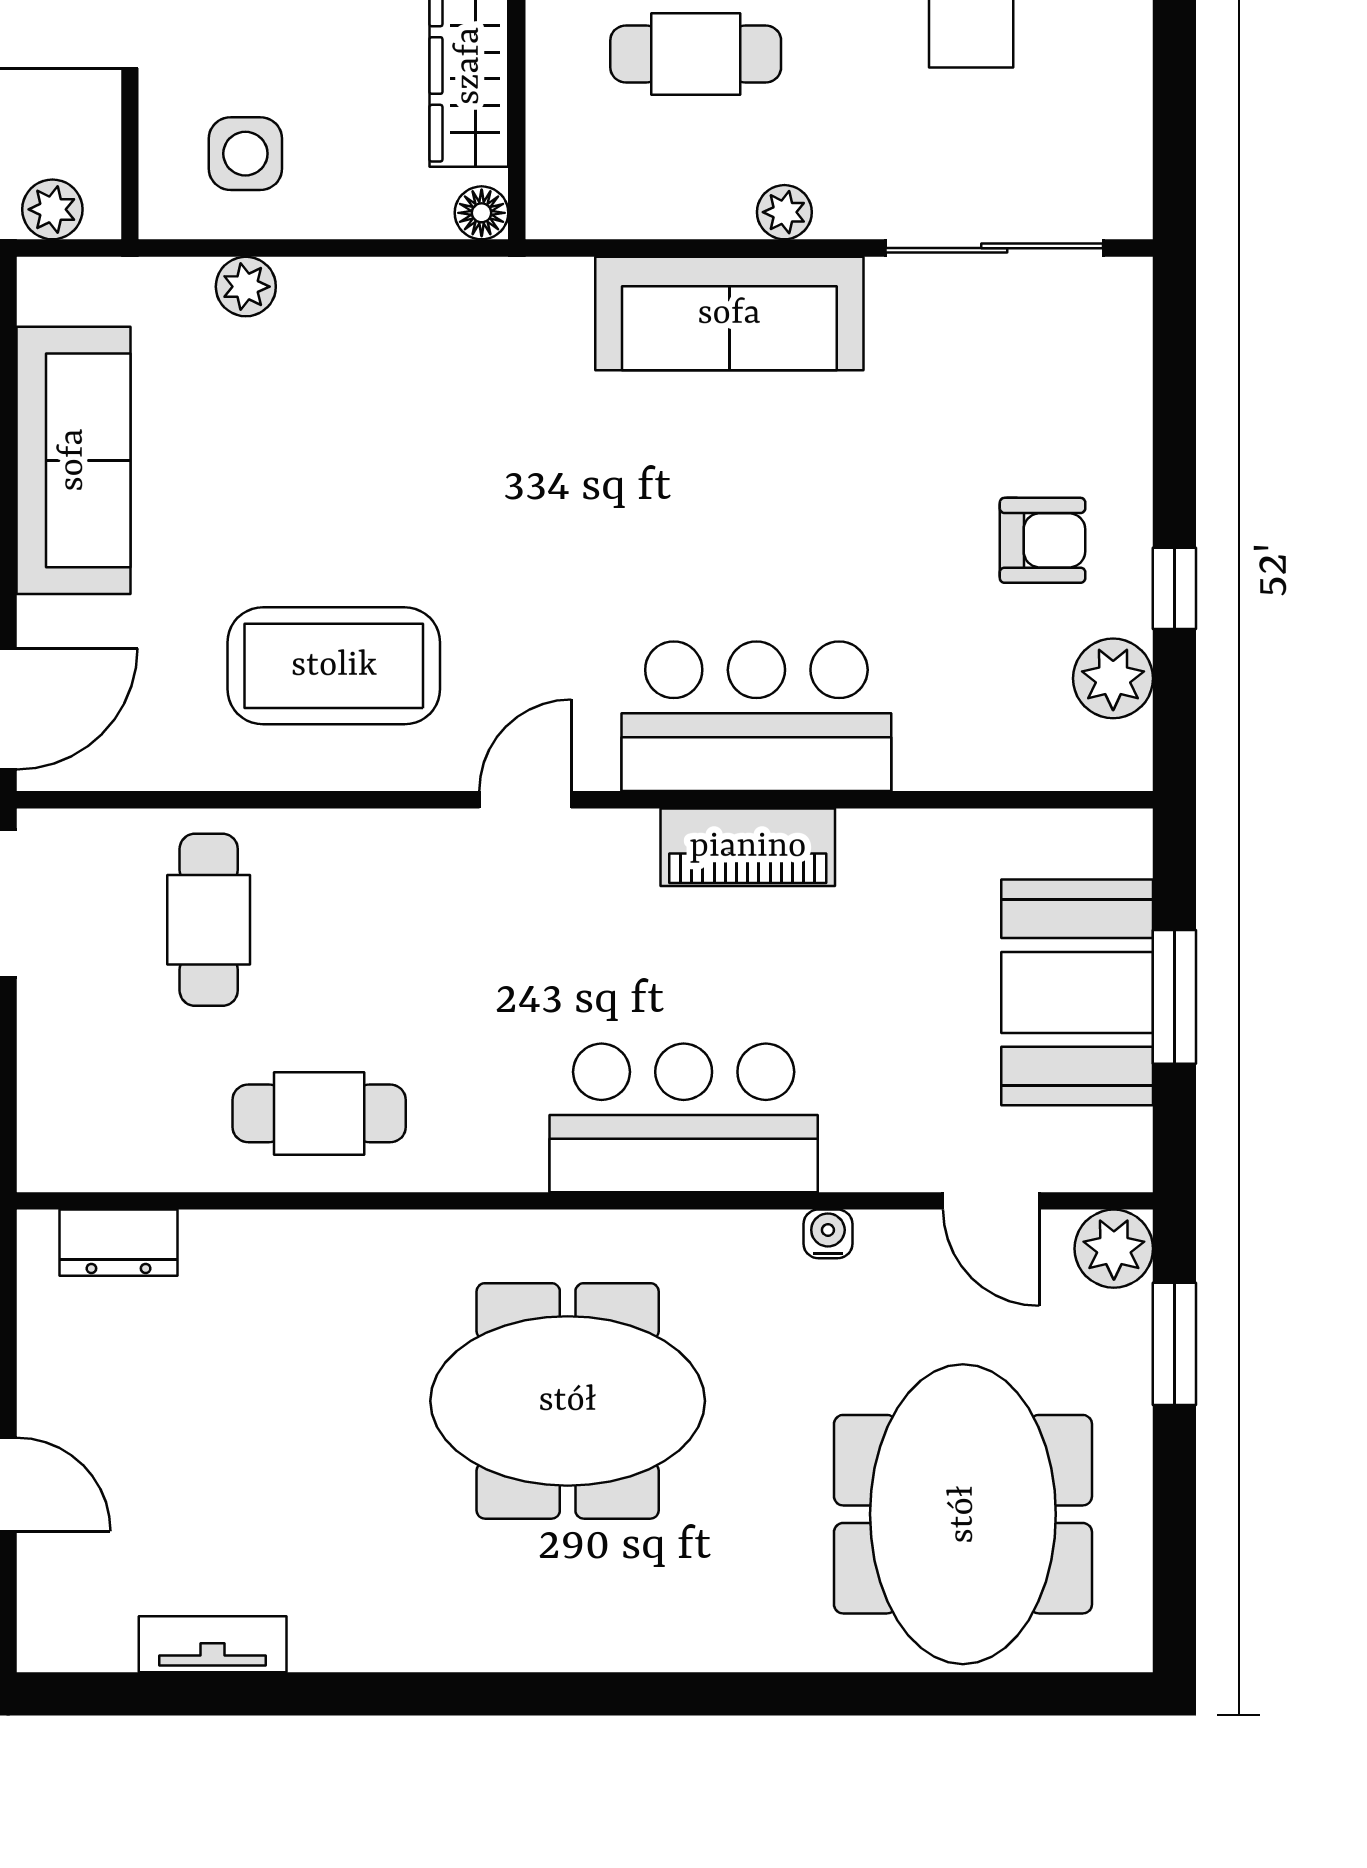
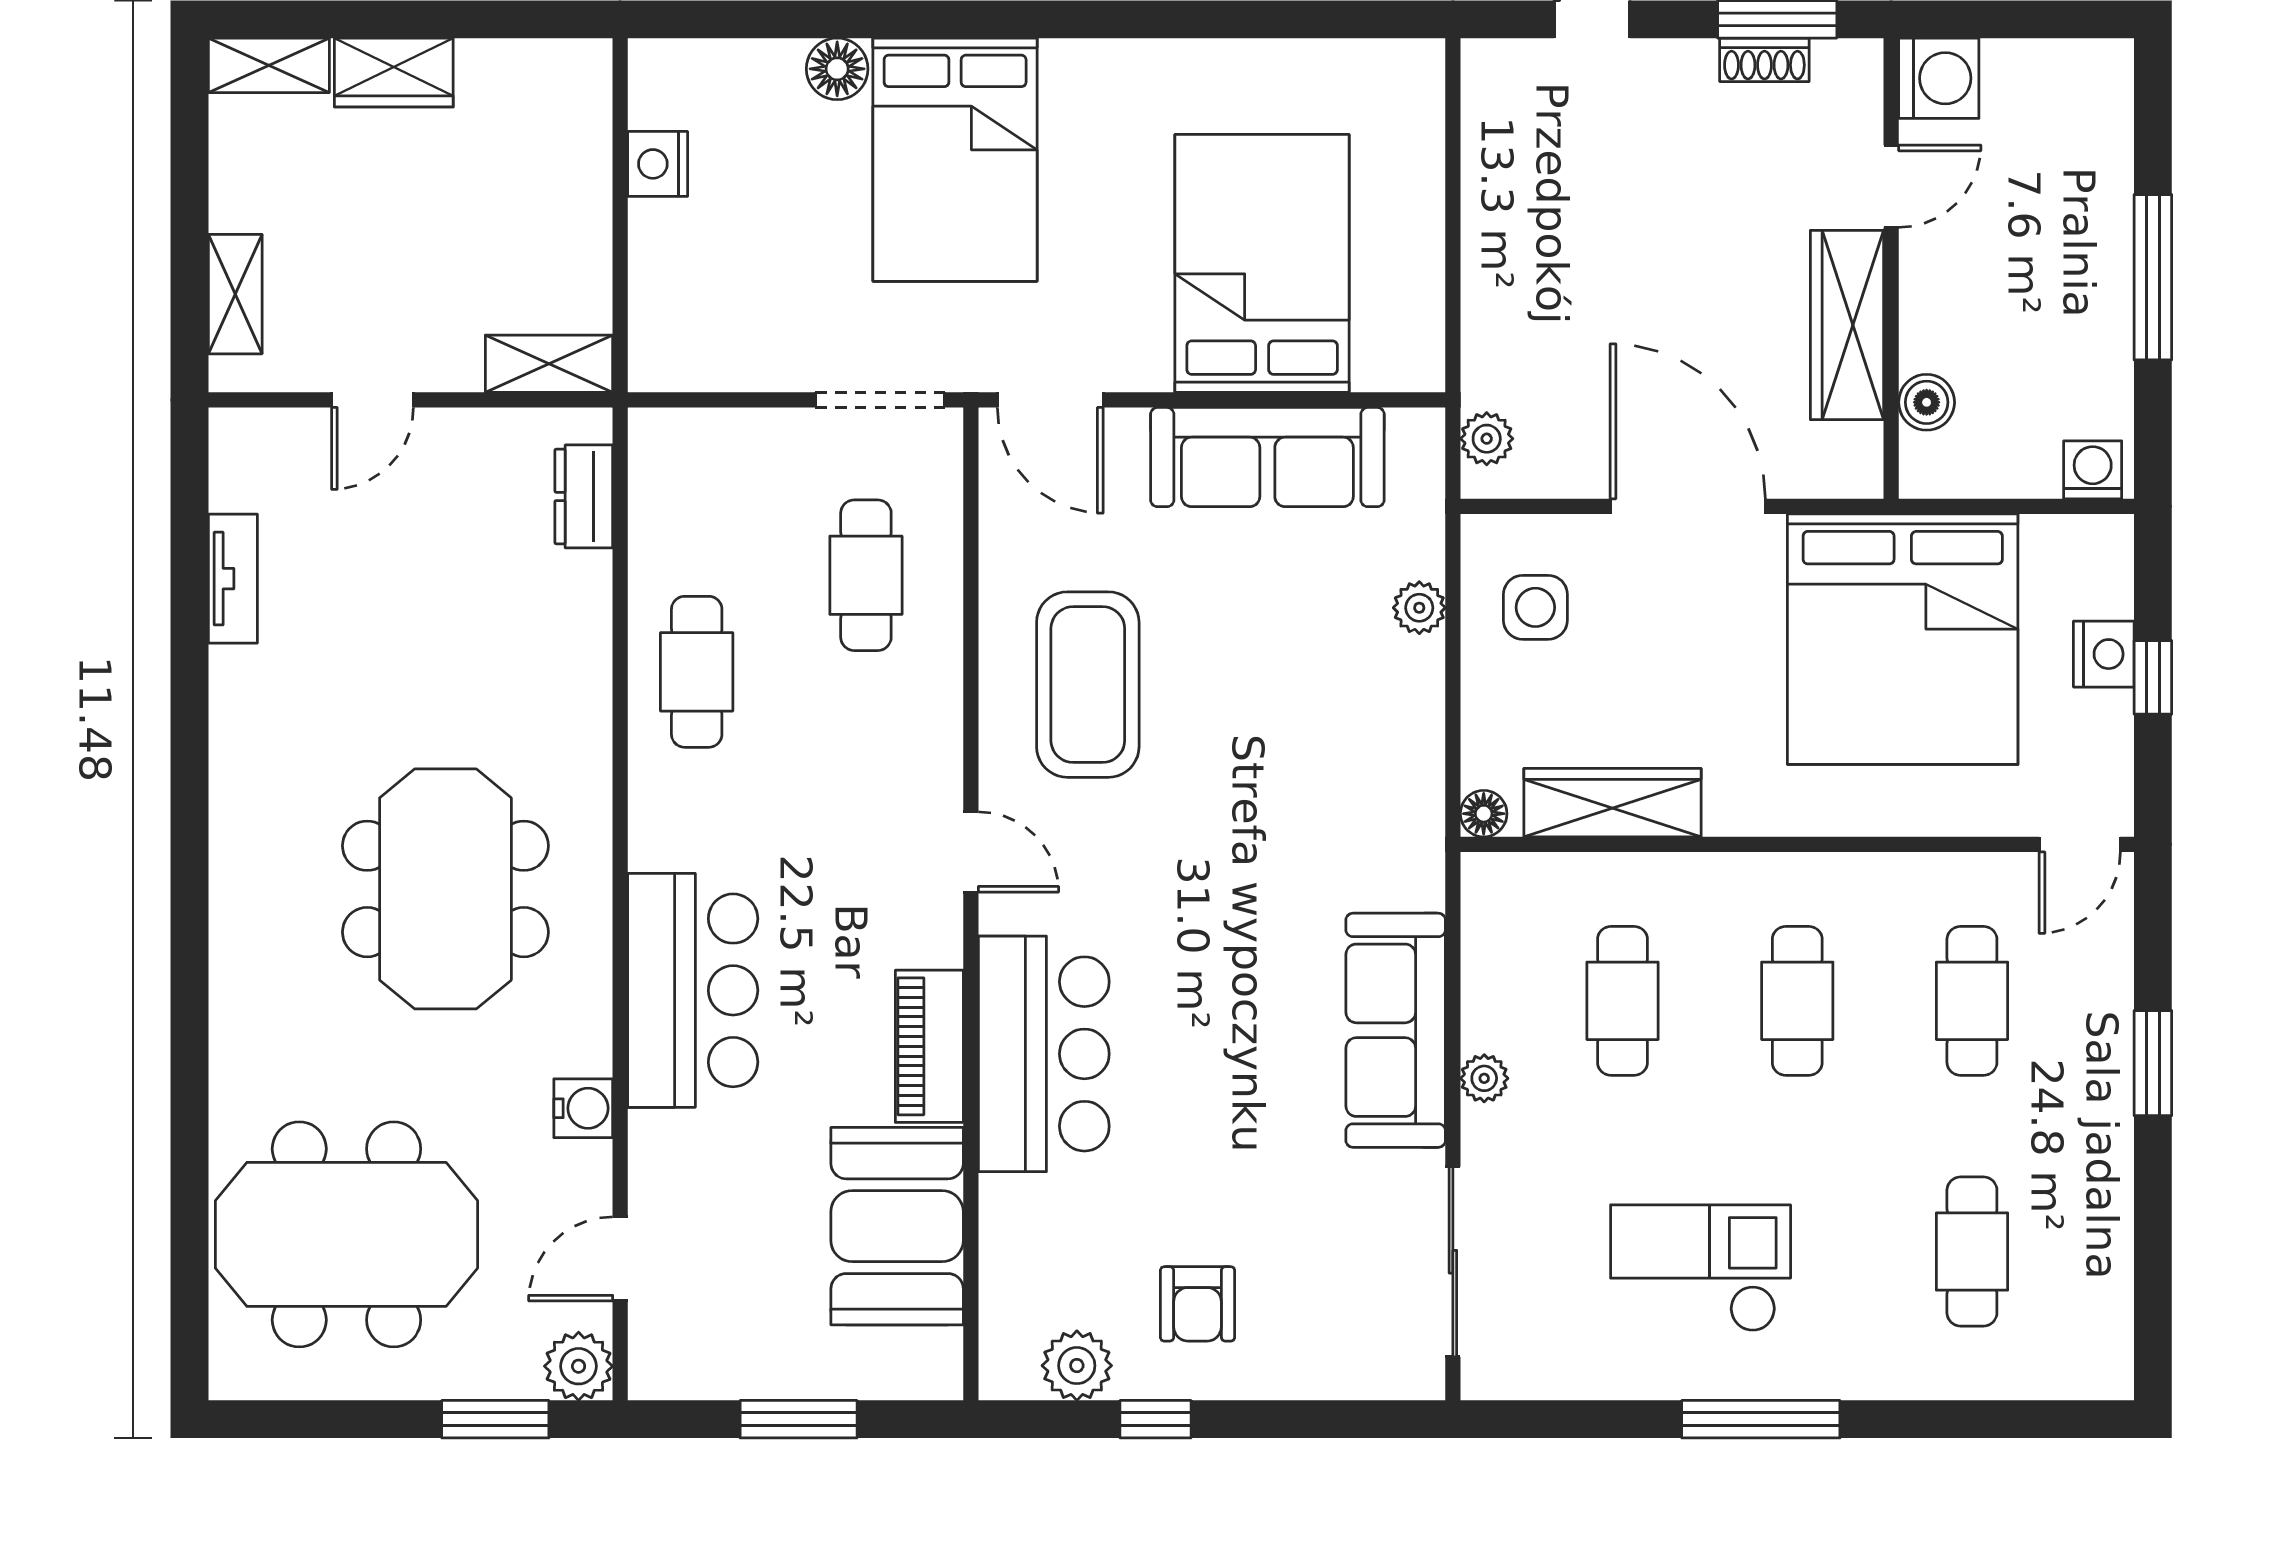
cafe table: (209, 920) -> (866, 575), turned 90
booth: (1077, 992) -> (897, 1226), moved, turned 90
water cooler: (828, 1234) -> (583, 1108), width x1.38, depth x1.38

